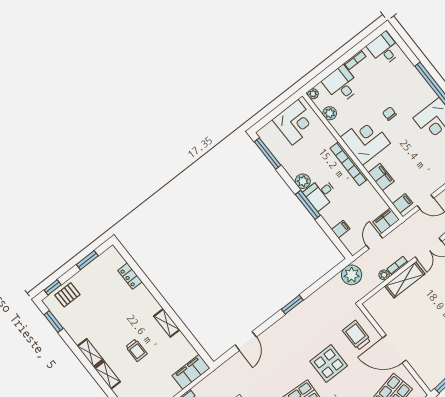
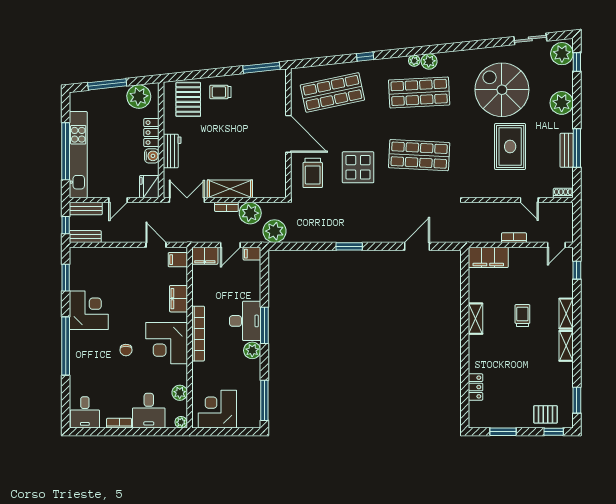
desk: (321, 194) -> (245, 321), width x1.37
filing cabinet: (341, 229) -> (252, 254), moved
plant: (384, 275) -> (250, 213), width x1.88, depth x1.88

